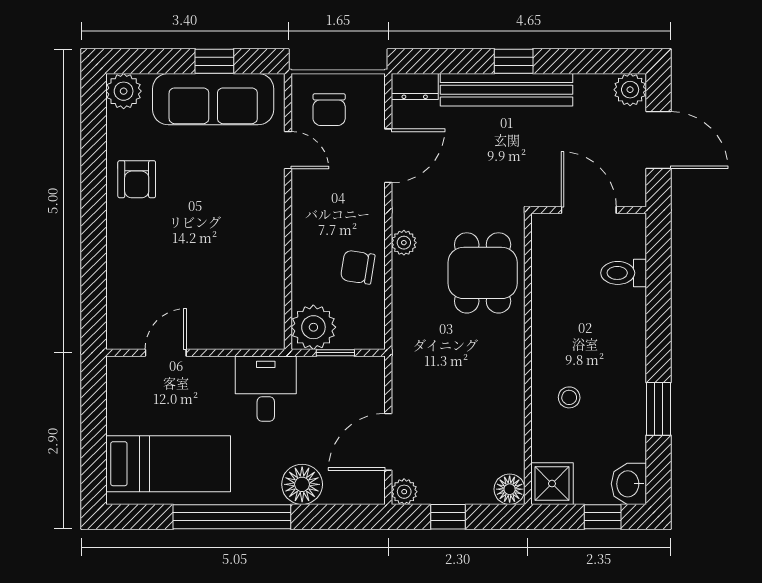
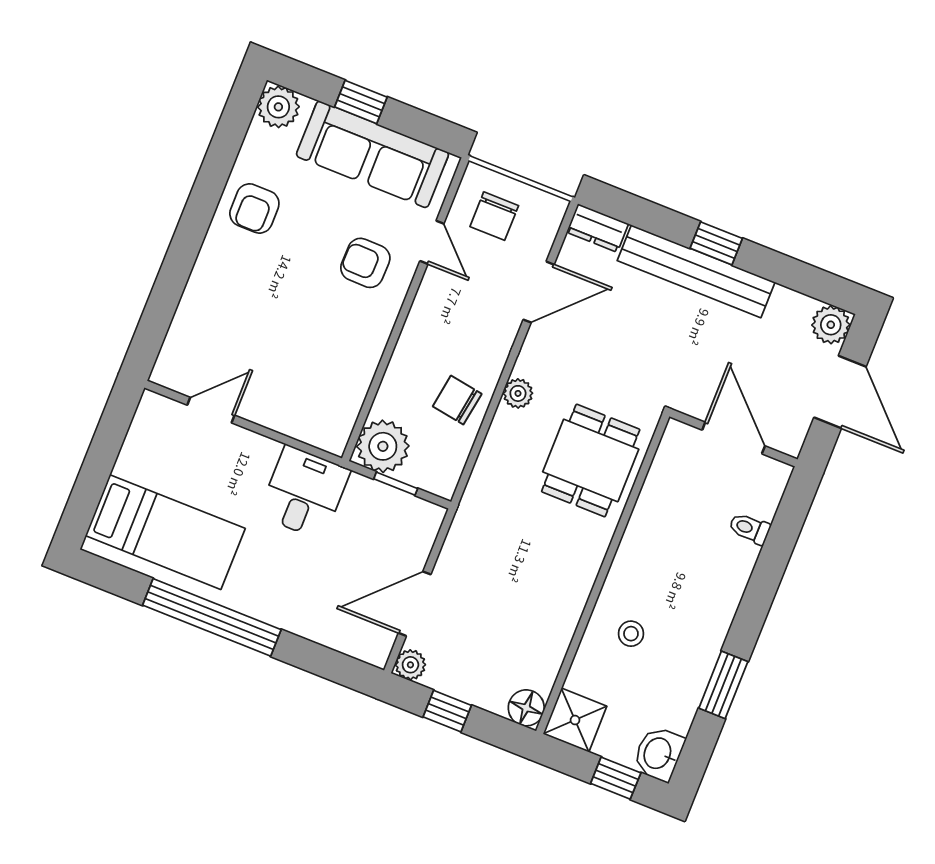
window: (214, 61) -> (361, 102), moved
armchair: (242, 187) -> (365, 263), added
toilet: (624, 273) -> (750, 528), width x0.73, depth x0.72
floor lamp: (302, 484) -> (302, 613), removed

